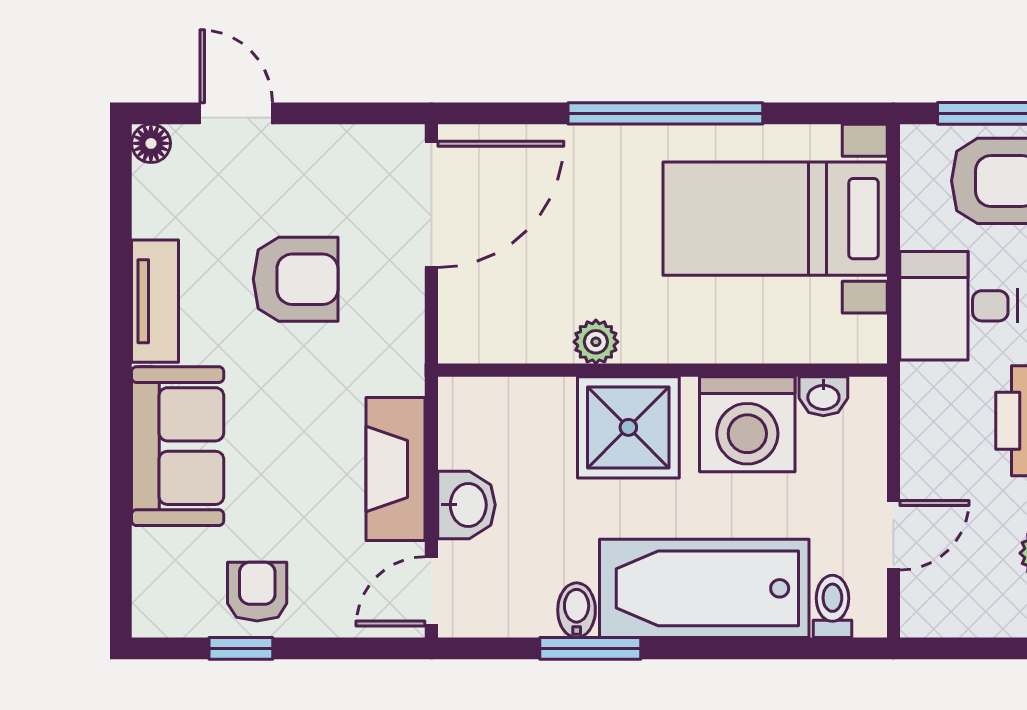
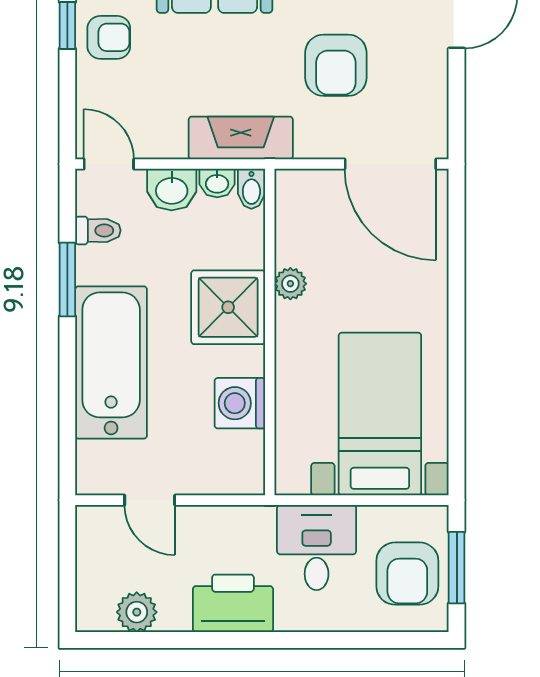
window: (665, 113) -> (457, 334), removed
washbasin: (823, 396) -> (217, 183), moved, turned -90
washing machine: (747, 424) -> (240, 403), width x0.73, depth x0.73
fireplace: (396, 469) -> (241, 138), moved
toilet: (832, 606) -> (98, 230), moved
bidet: (577, 610) -> (251, 189), moved, turned 90

